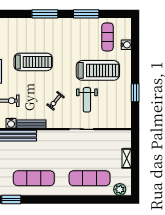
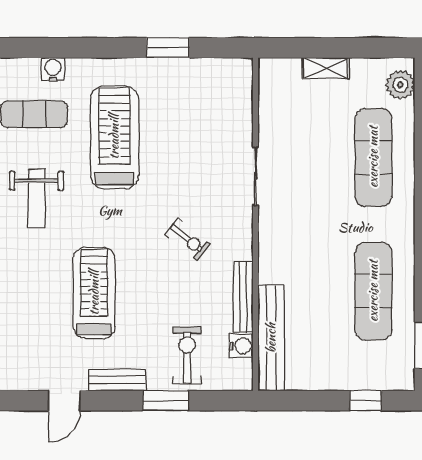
weight bench: (87, 100) -> (37, 199), moved, turned 90

